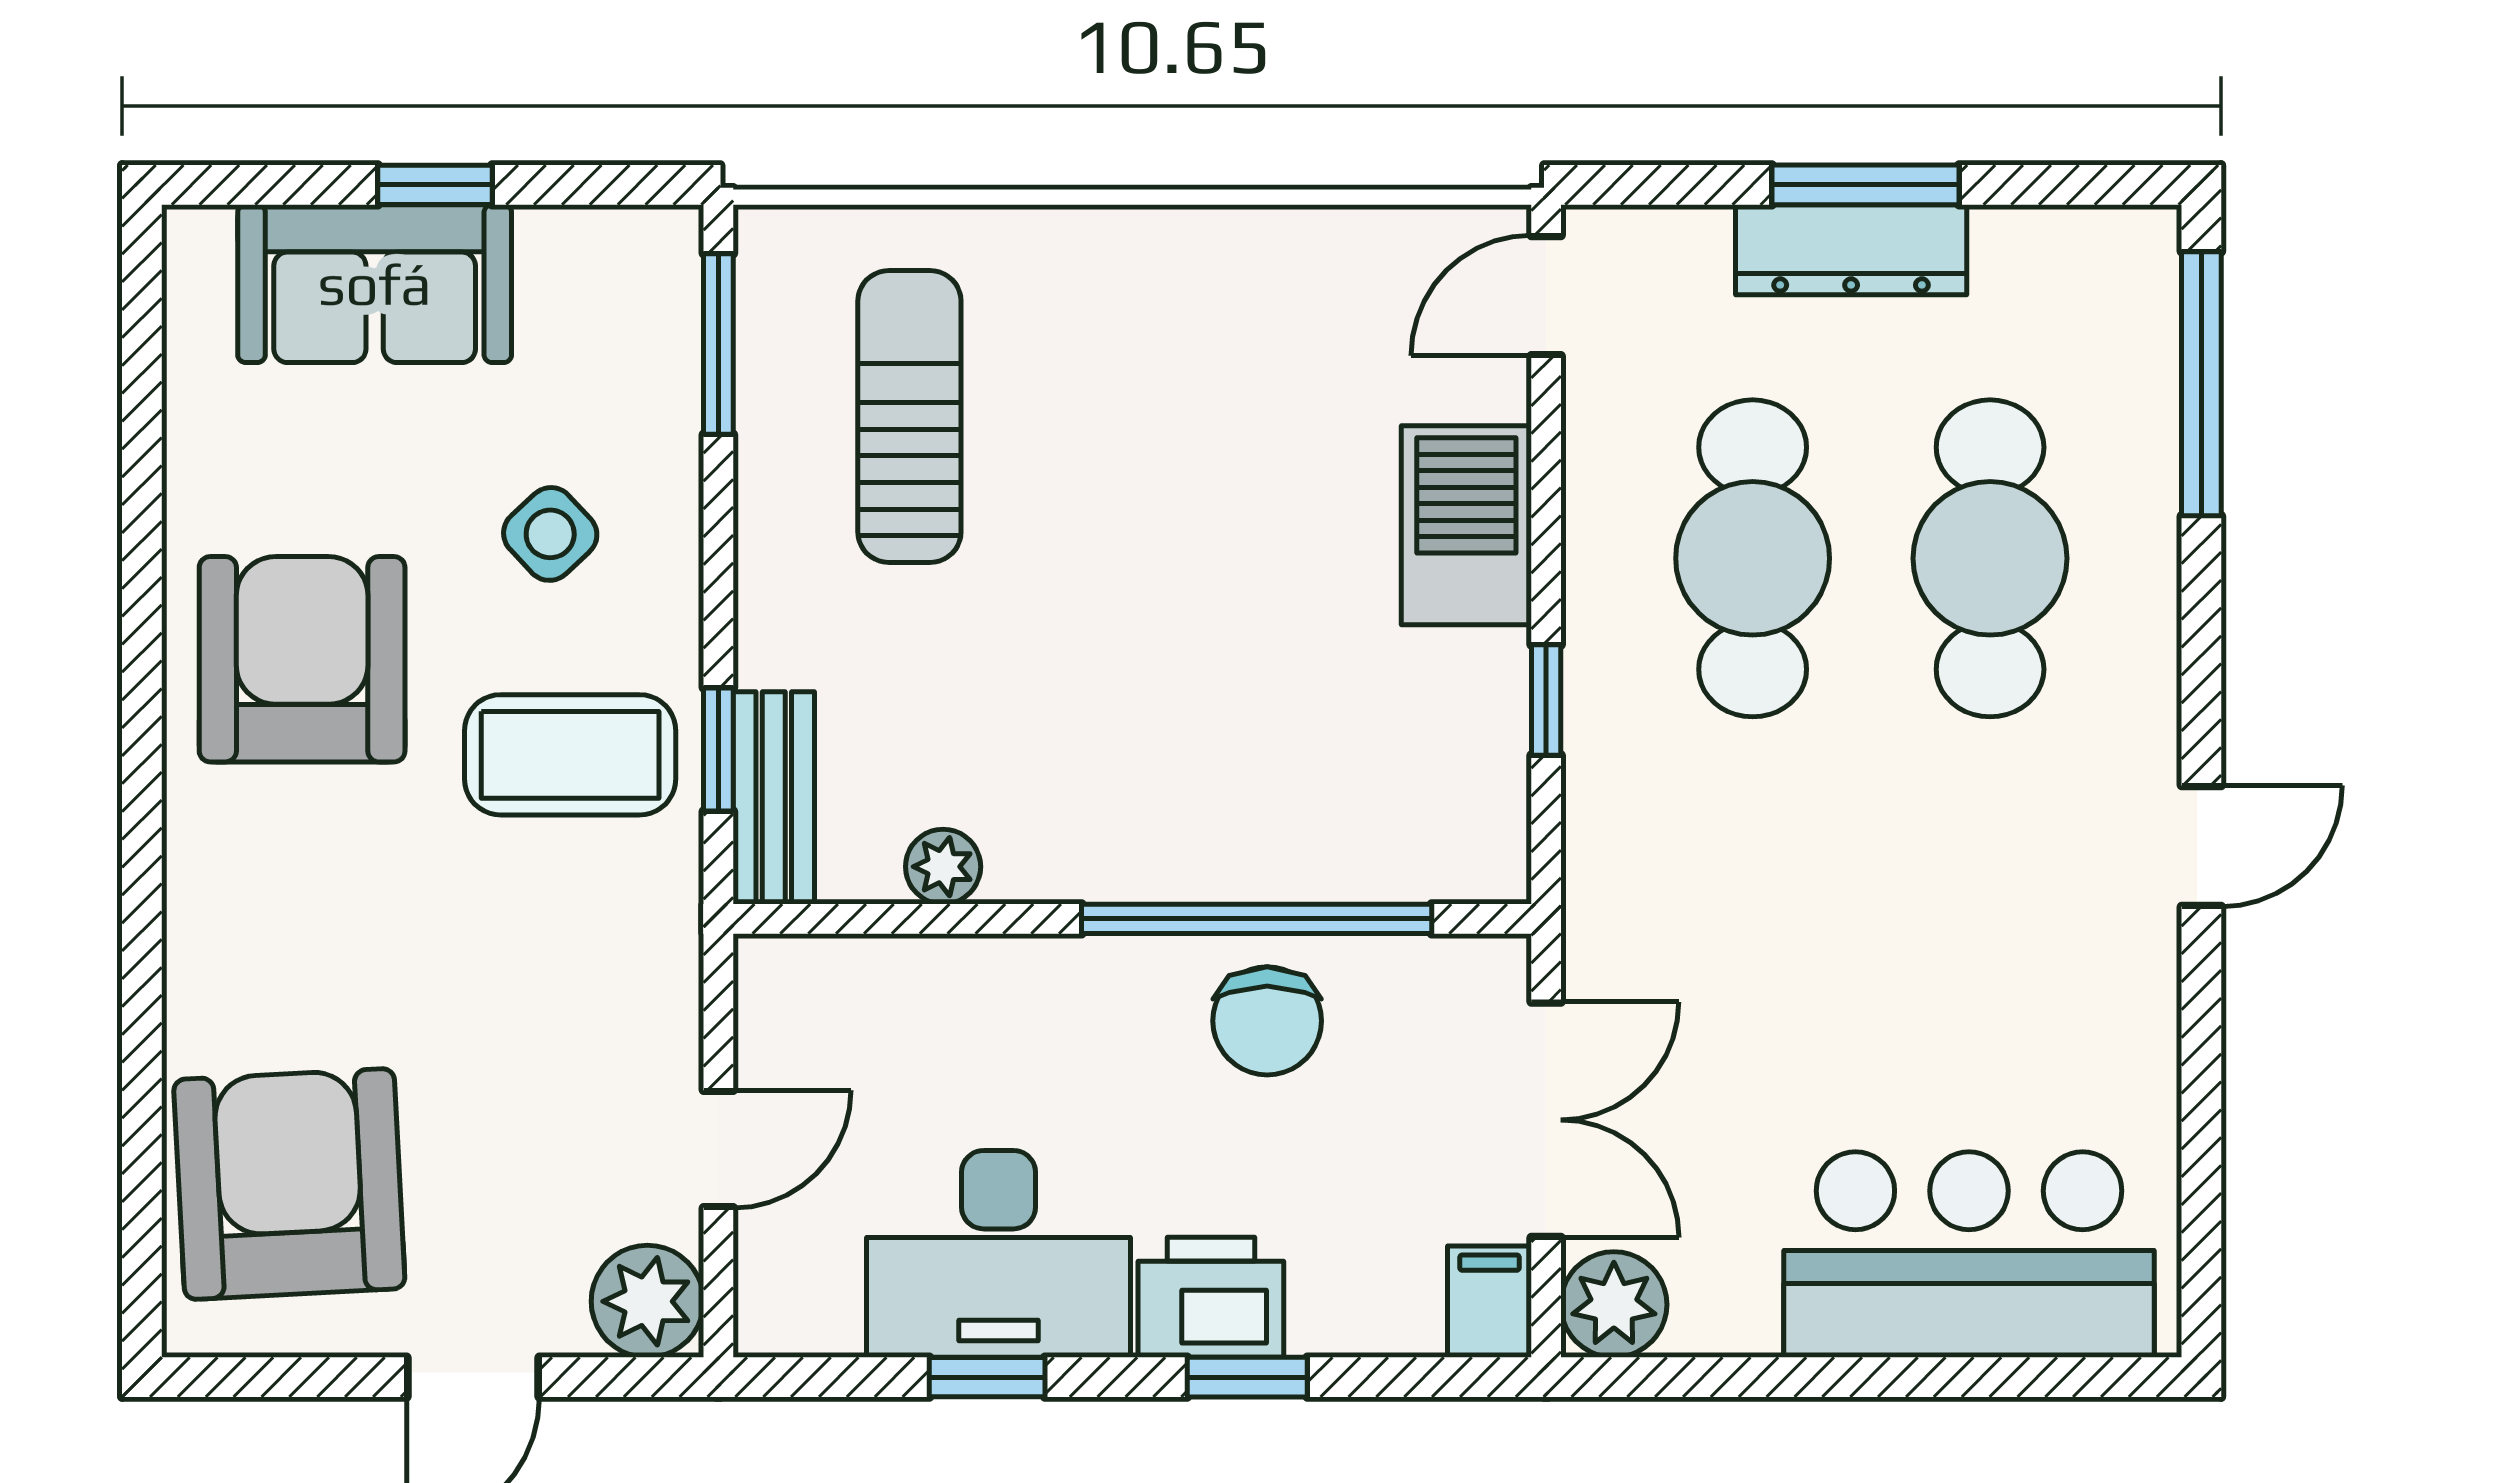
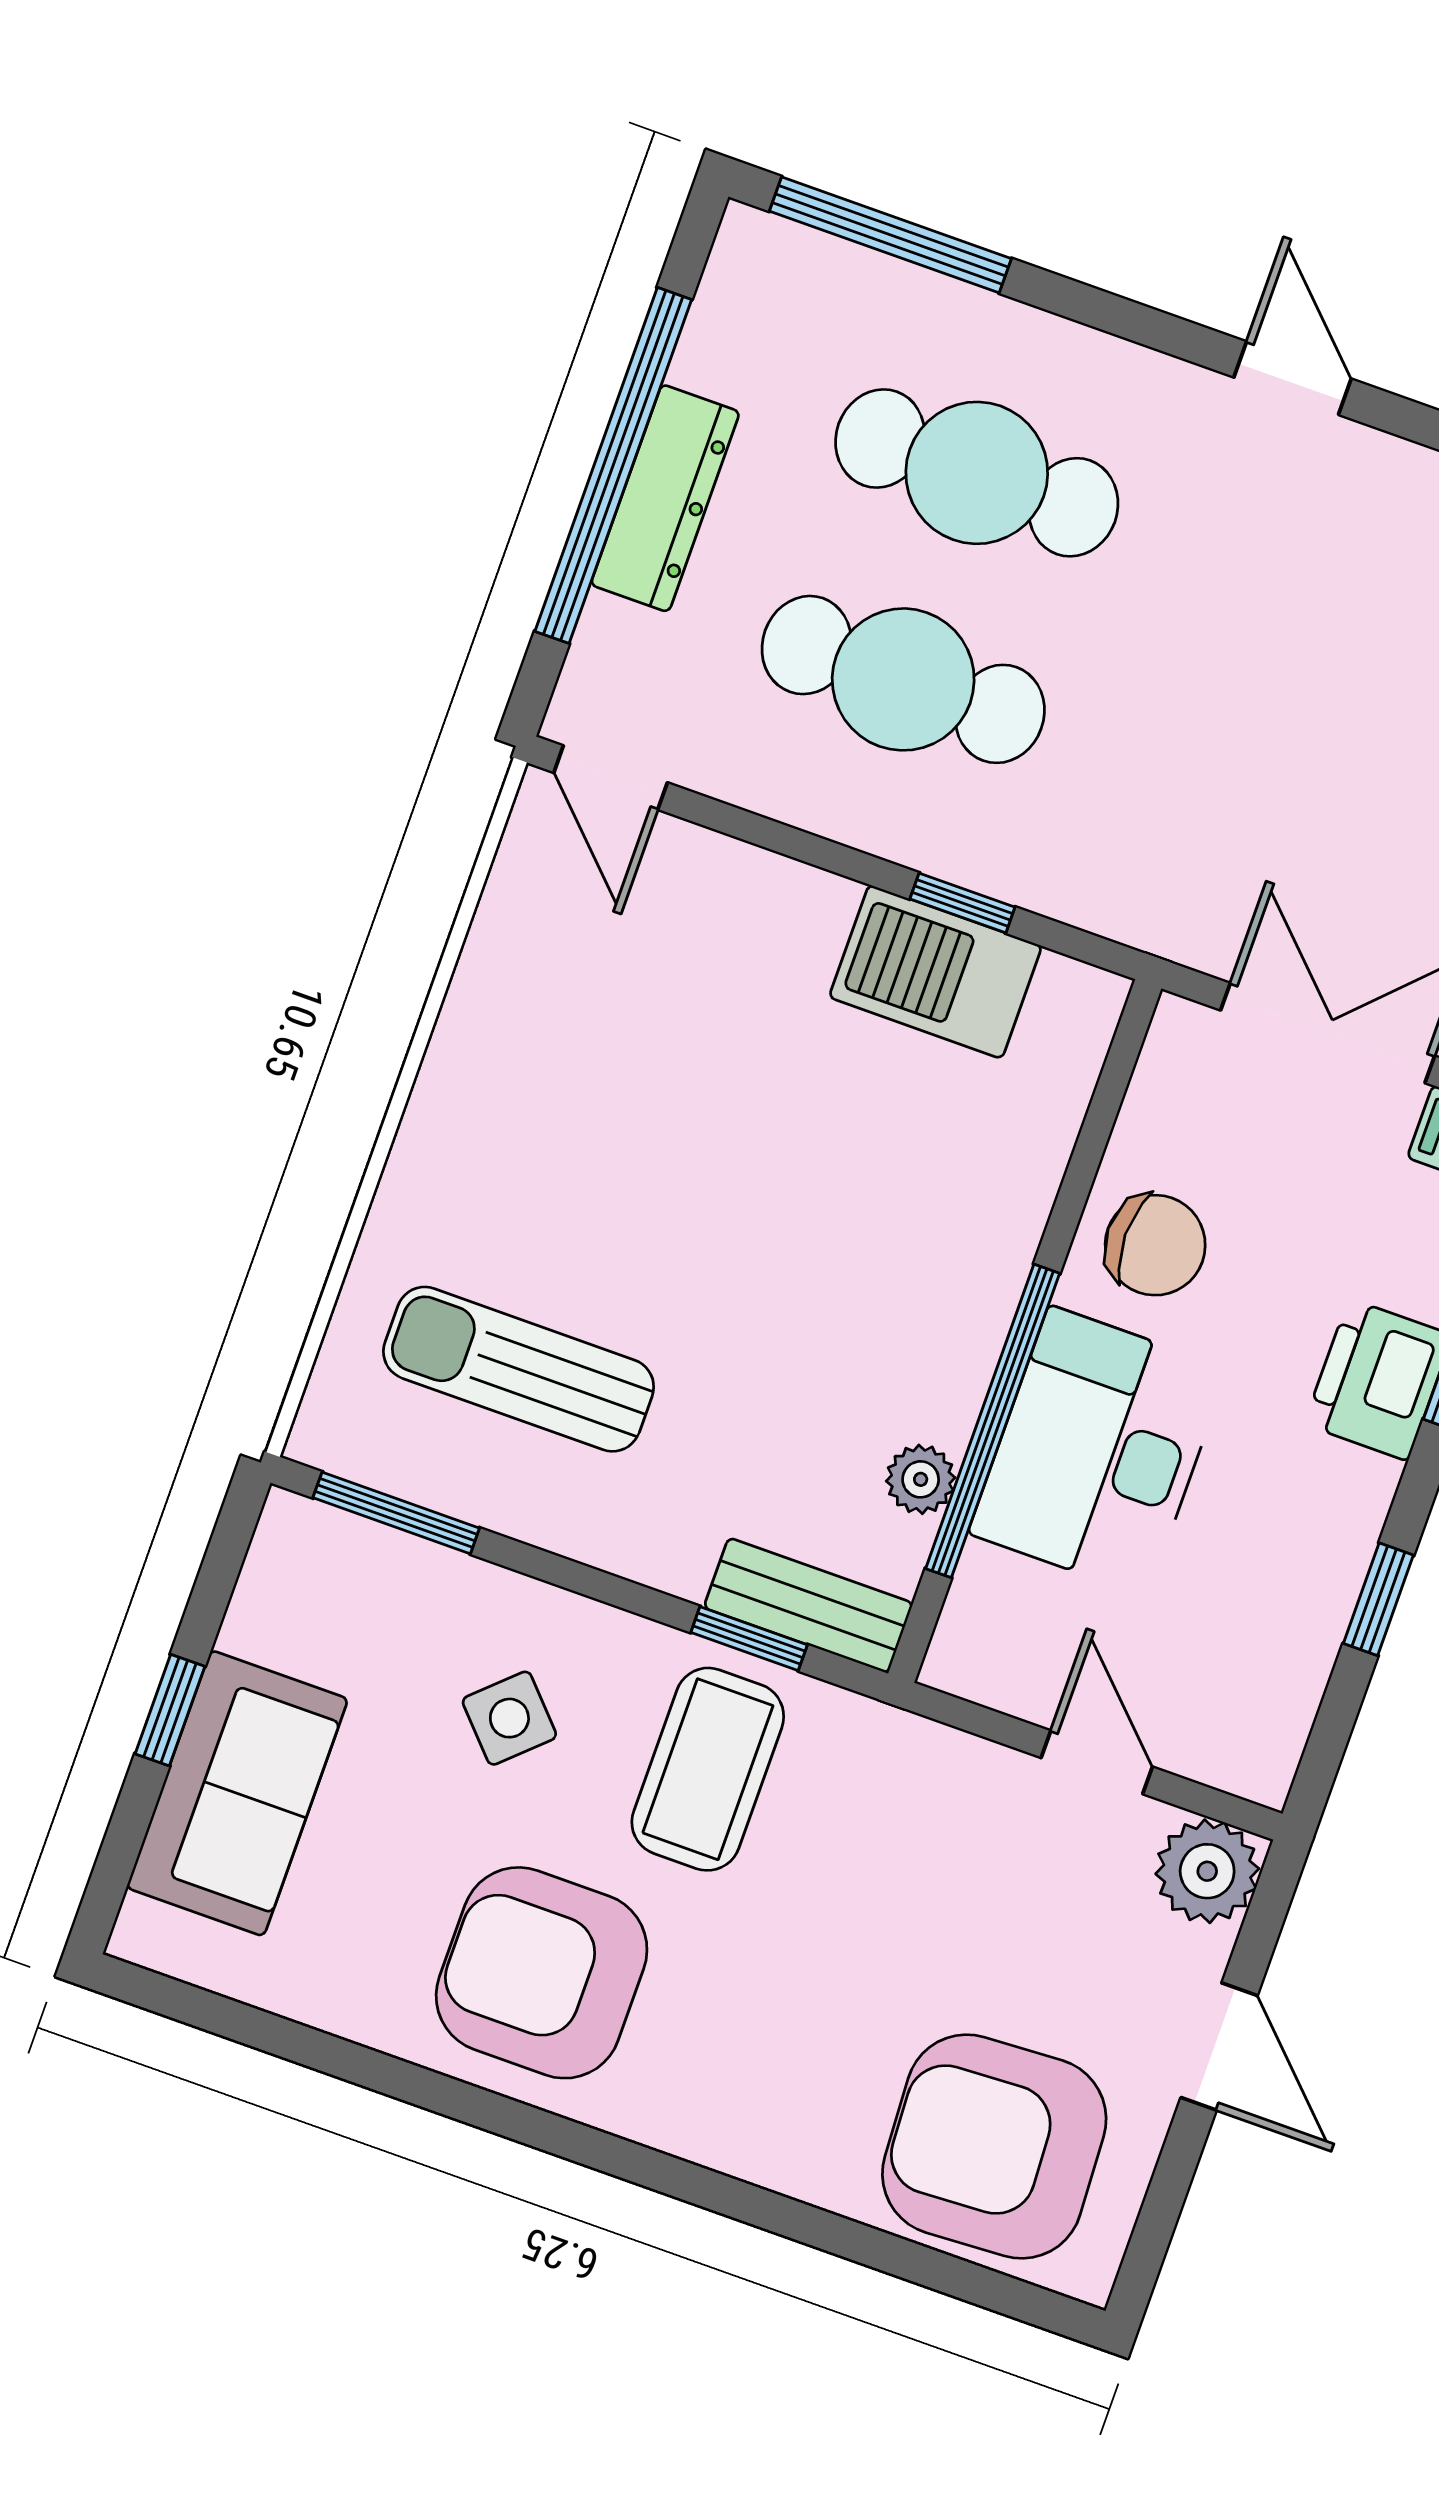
window: (1866, 185) -> (613, 465), width x2.11
barbecue: (1466, 525) -> (935, 972), moved
window: (1257, 919) -> (993, 1421), moved
desk: (999, 1254) -> (1098, 1451), moved, turned 180

